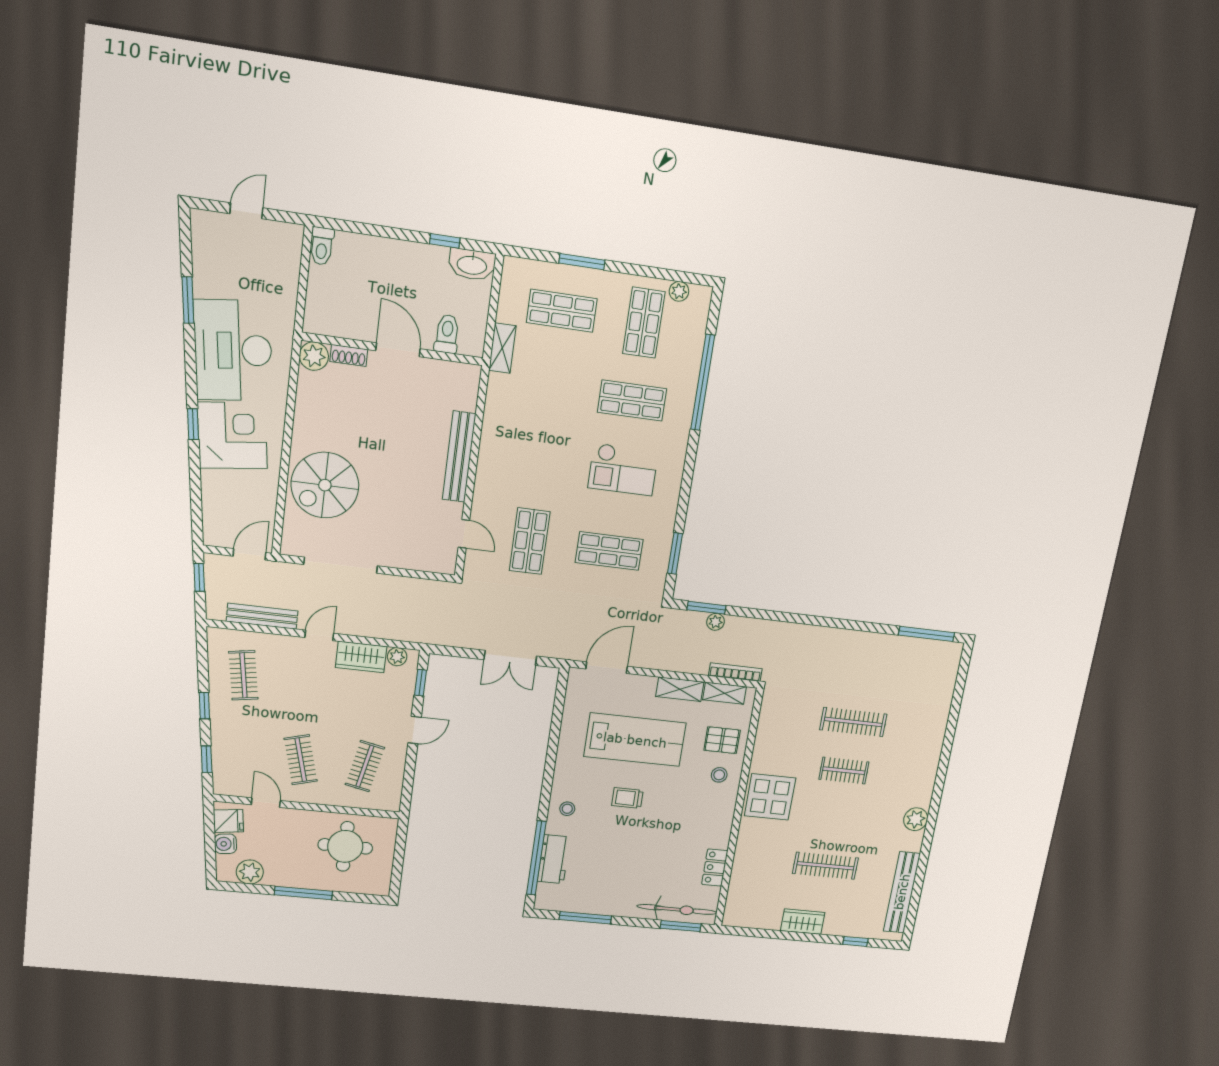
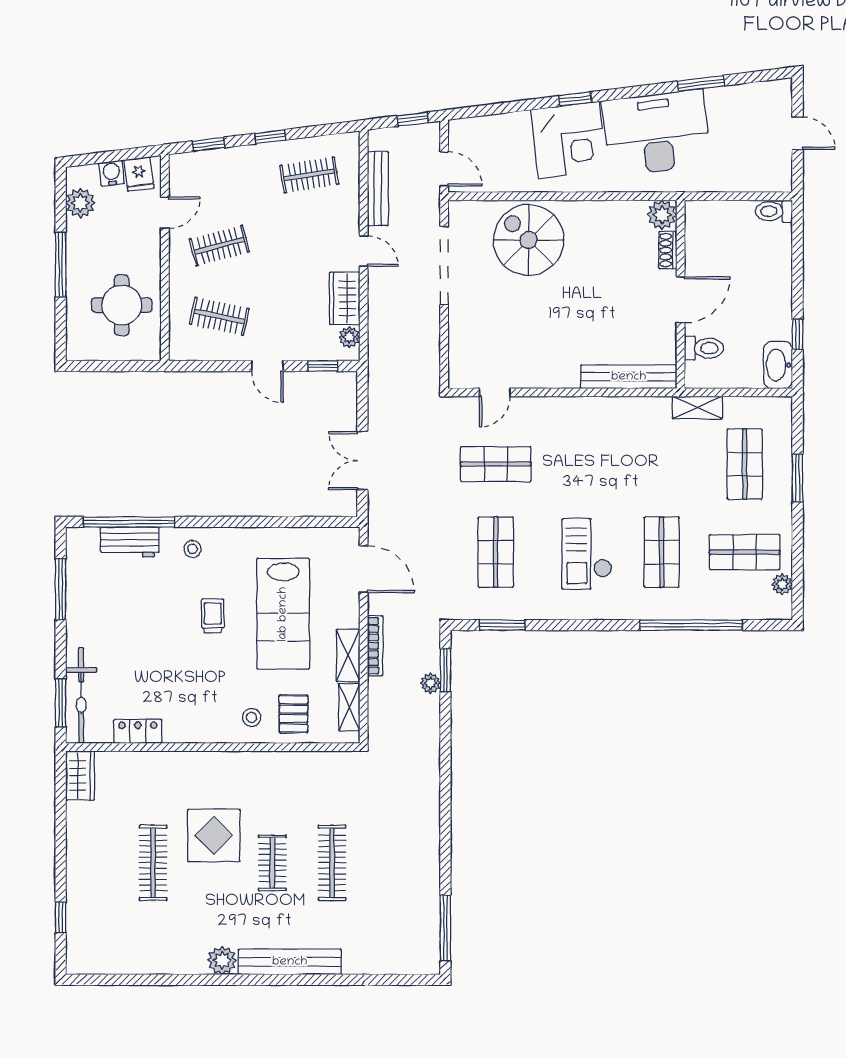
bench: (459, 457) -> (629, 377), moved
bookcase: (735, 672) -> (375, 646), moved
display table: (770, 797) -> (214, 835), moved
bench: (902, 892) -> (290, 962), moved
wardrobe: (803, 922) -> (80, 776), moved

